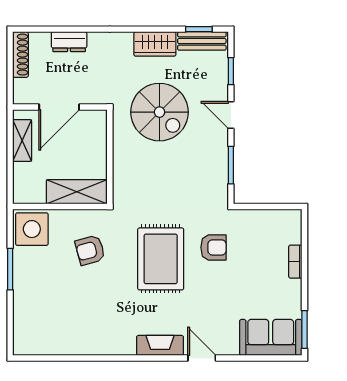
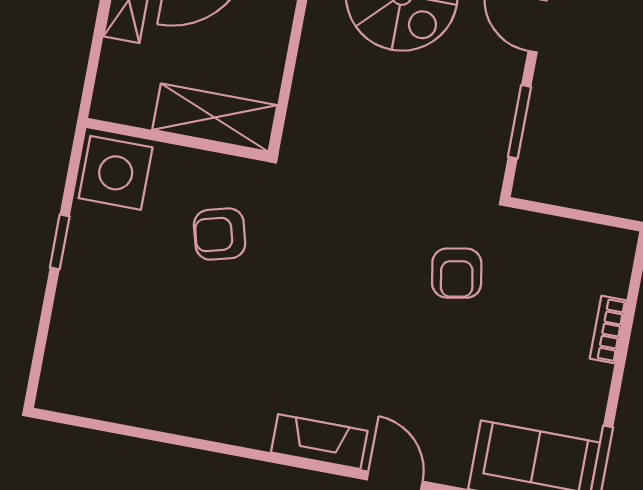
armchair: (213, 247) -> (457, 273), turned 80
rug: (161, 259) -> (352, 276), removed
window: (10, 269) -> (60, 242), width x0.67

